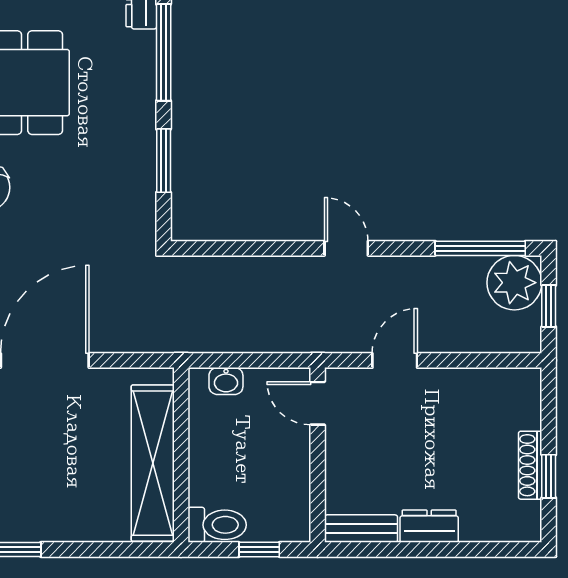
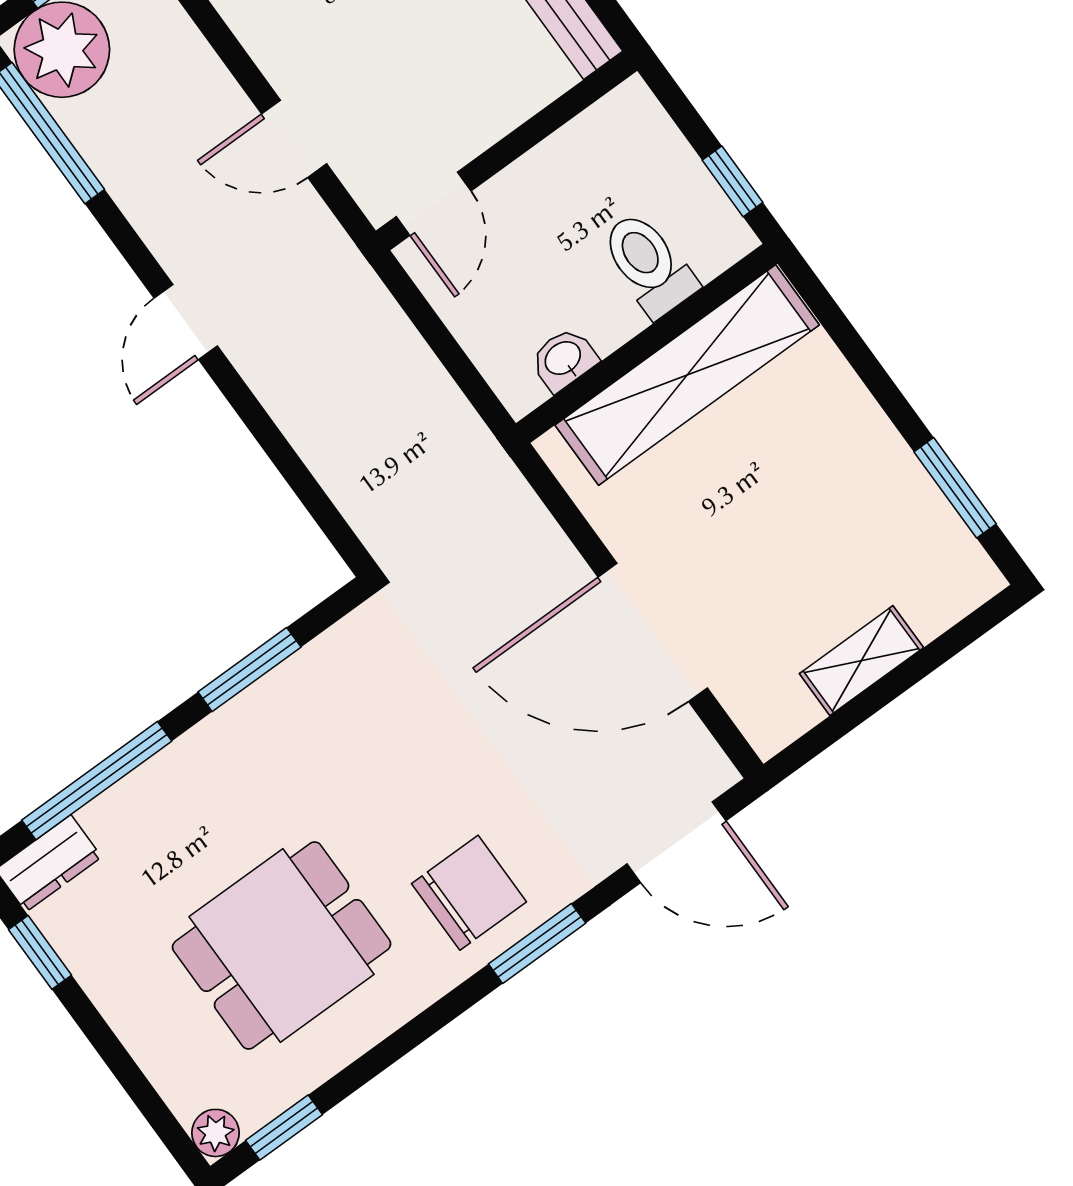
washbasin: (226, 381) -> (564, 359), moved, turned -90
toilet: (217, 525) -> (649, 264), moved
window: (259, 549) -> (733, 181), moved

